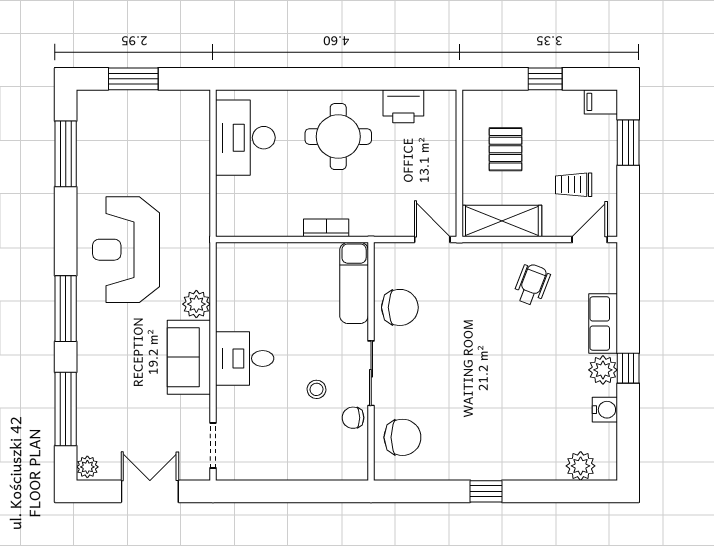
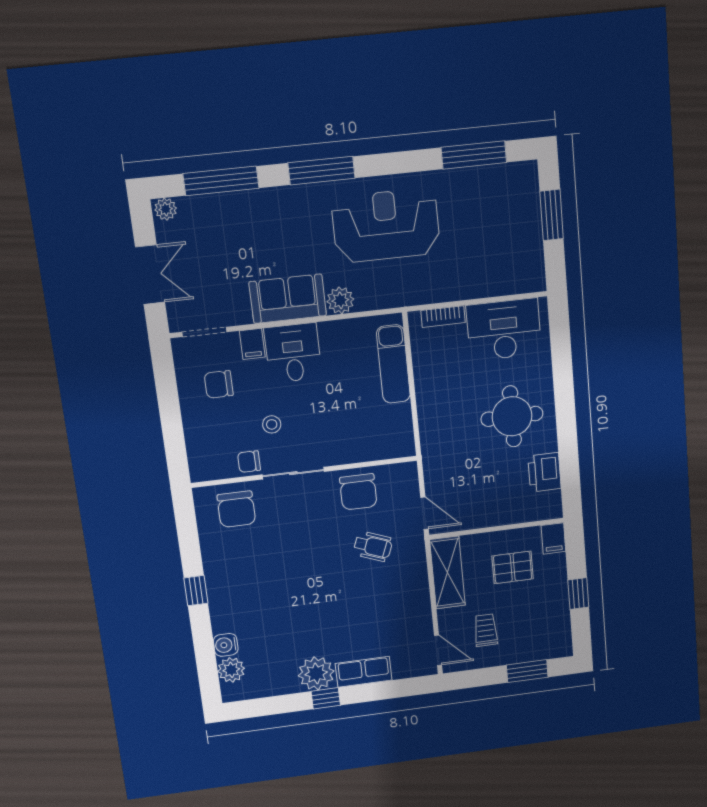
filing cabinet: (601, 102) -> (553, 538), moved, turned 180
bookcase: (326, 228) -> (443, 317), moved, turned 90
door: (432, 240) -> (424, 513), hinge flipped
exam couch: (354, 283) -> (393, 364), moved, turned -90
wheelchair: (532, 285) -> (373, 546), moved
plant: (603, 370) -> (316, 673), width x1.36, depth x1.36
filing cabinet: (231, 399) -> (252, 344), added
water cooler: (605, 410) -> (226, 645), moved, turned 90
chair: (353, 418) -> (249, 462), turned -90
chair: (268, 438) -> (219, 384), added

